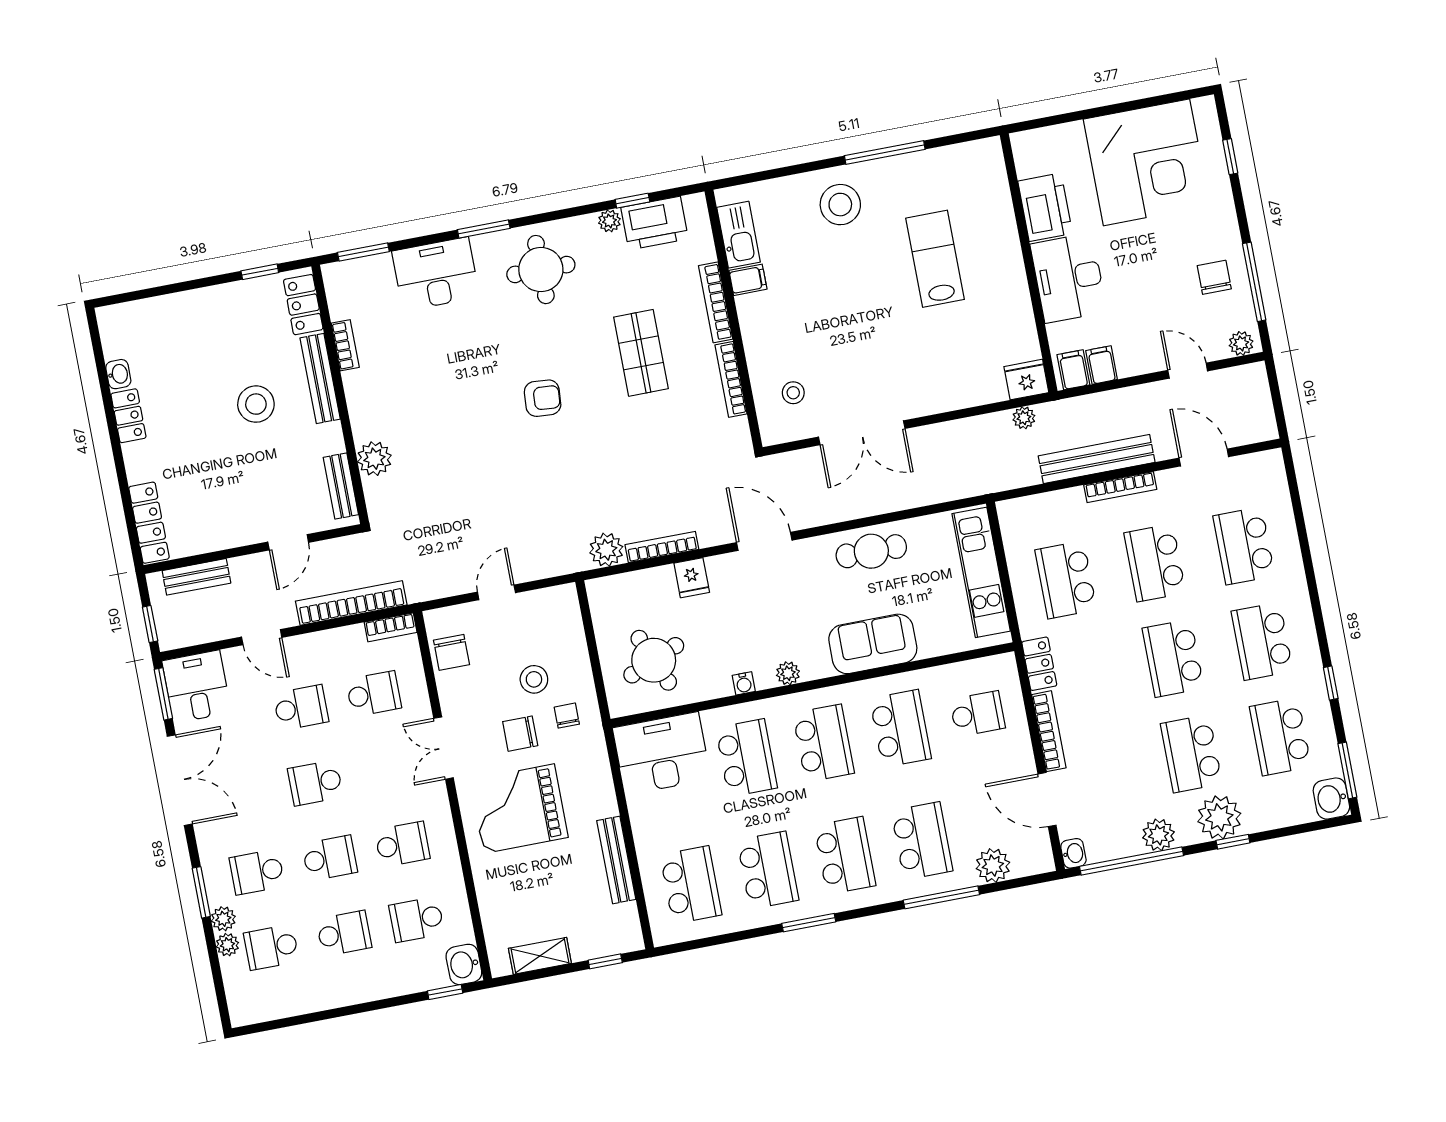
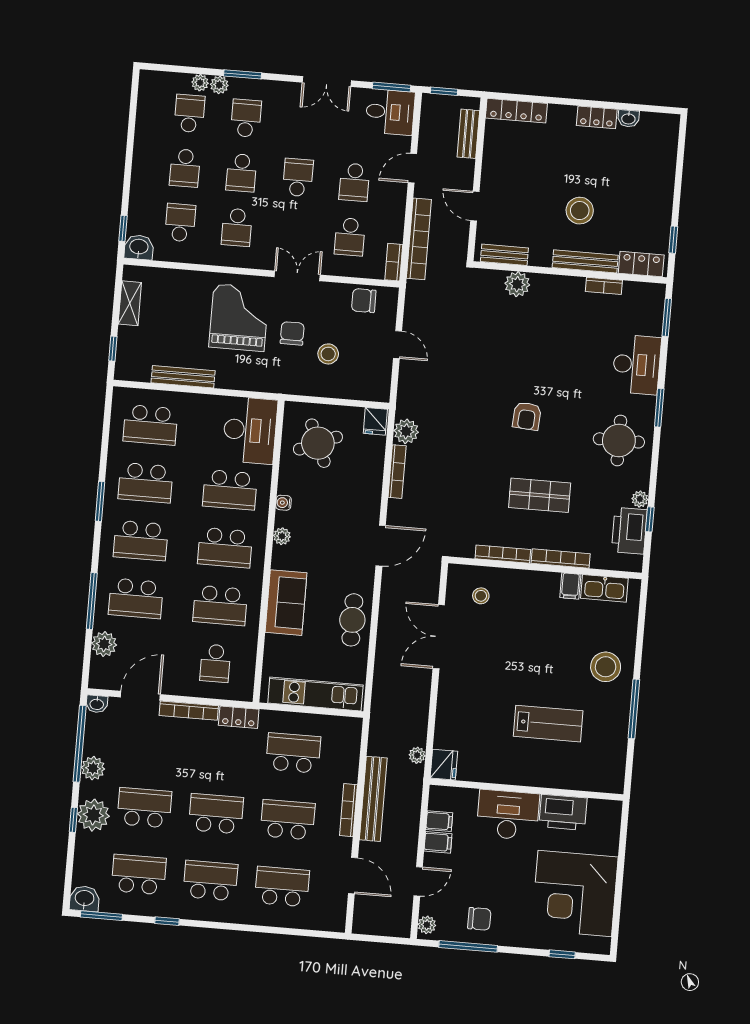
filing cabinet: (1073, 370) -> (438, 842), moved
door: (1204, 457) -> (353, 876), hinge flipped
fridge: (692, 578) -> (375, 421), moved, turned -90
chair: (567, 716) -> (296, 370), removed
double door: (180, 780) -> (327, 81), width x0.73

